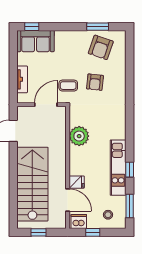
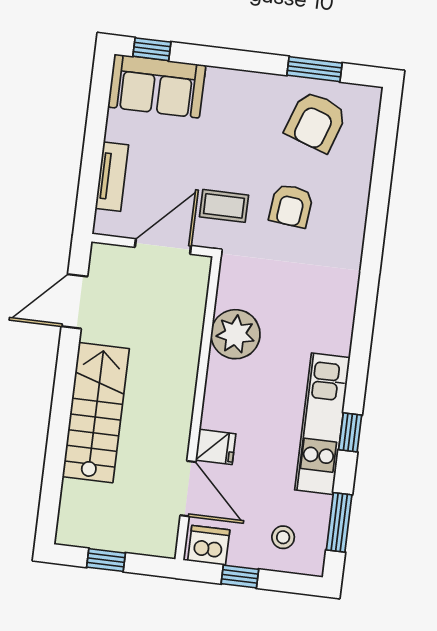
stairs: (32, 184) -> (96, 413), width x0.73, depth x0.66

